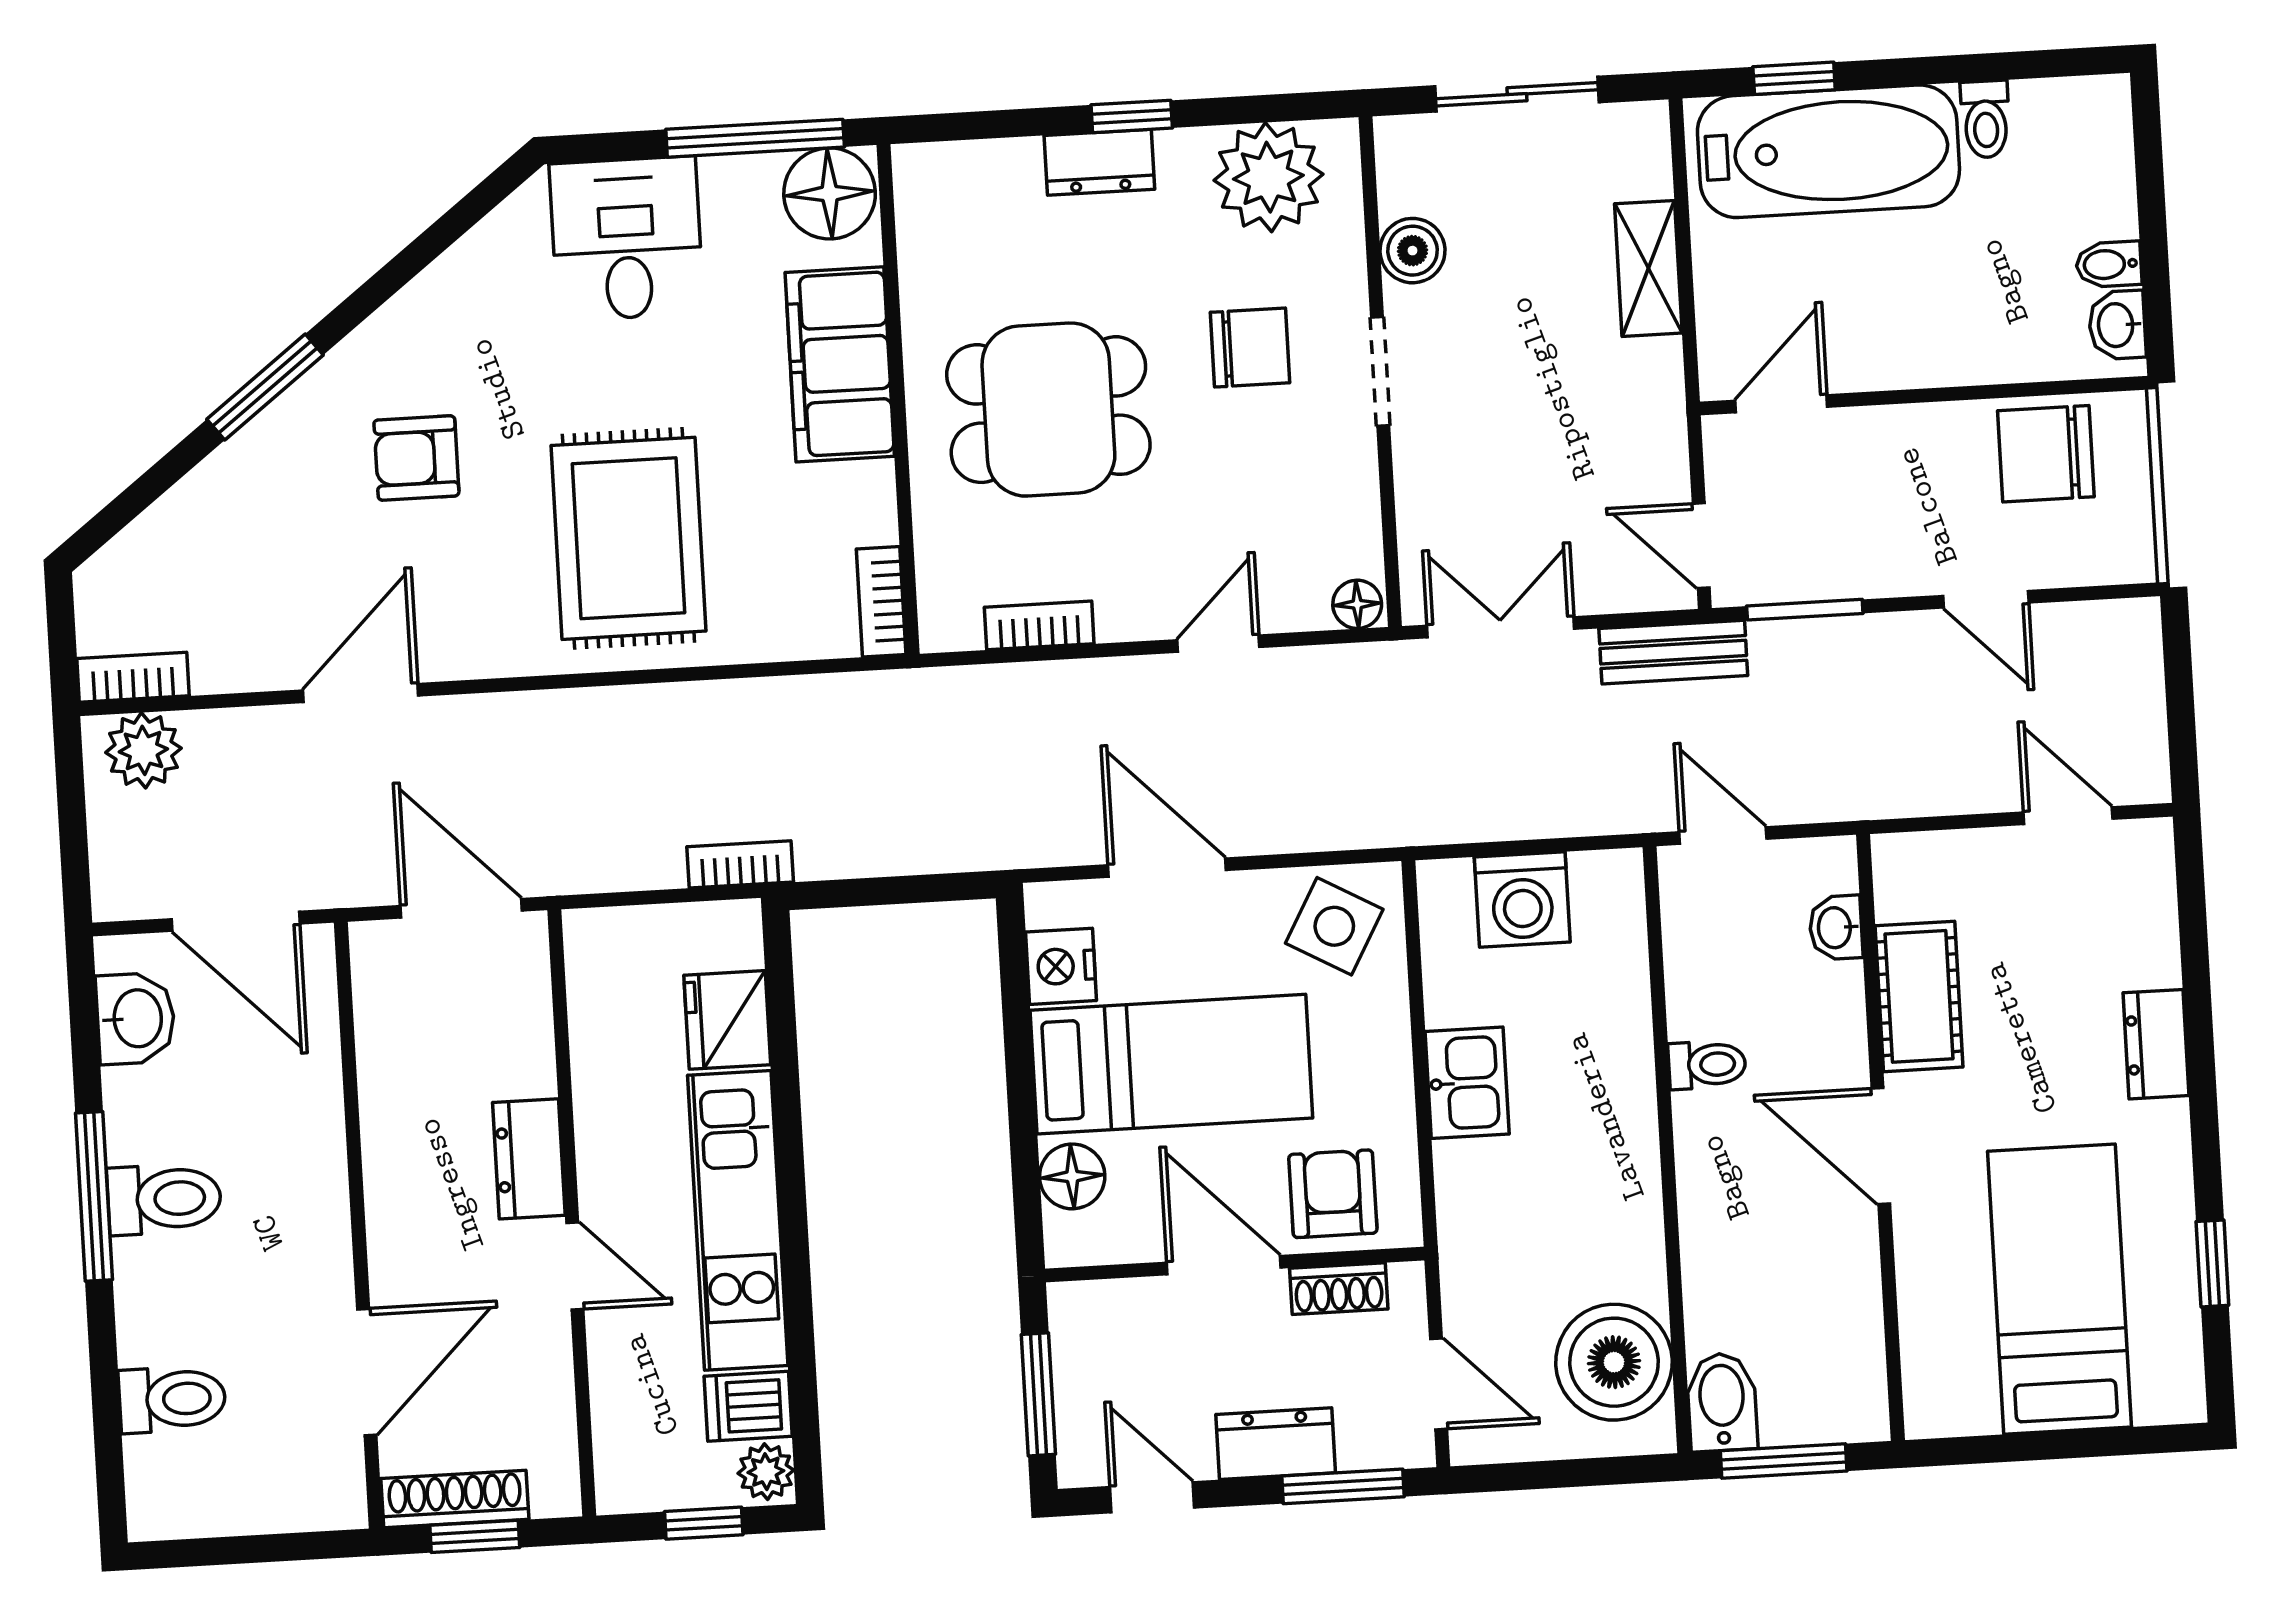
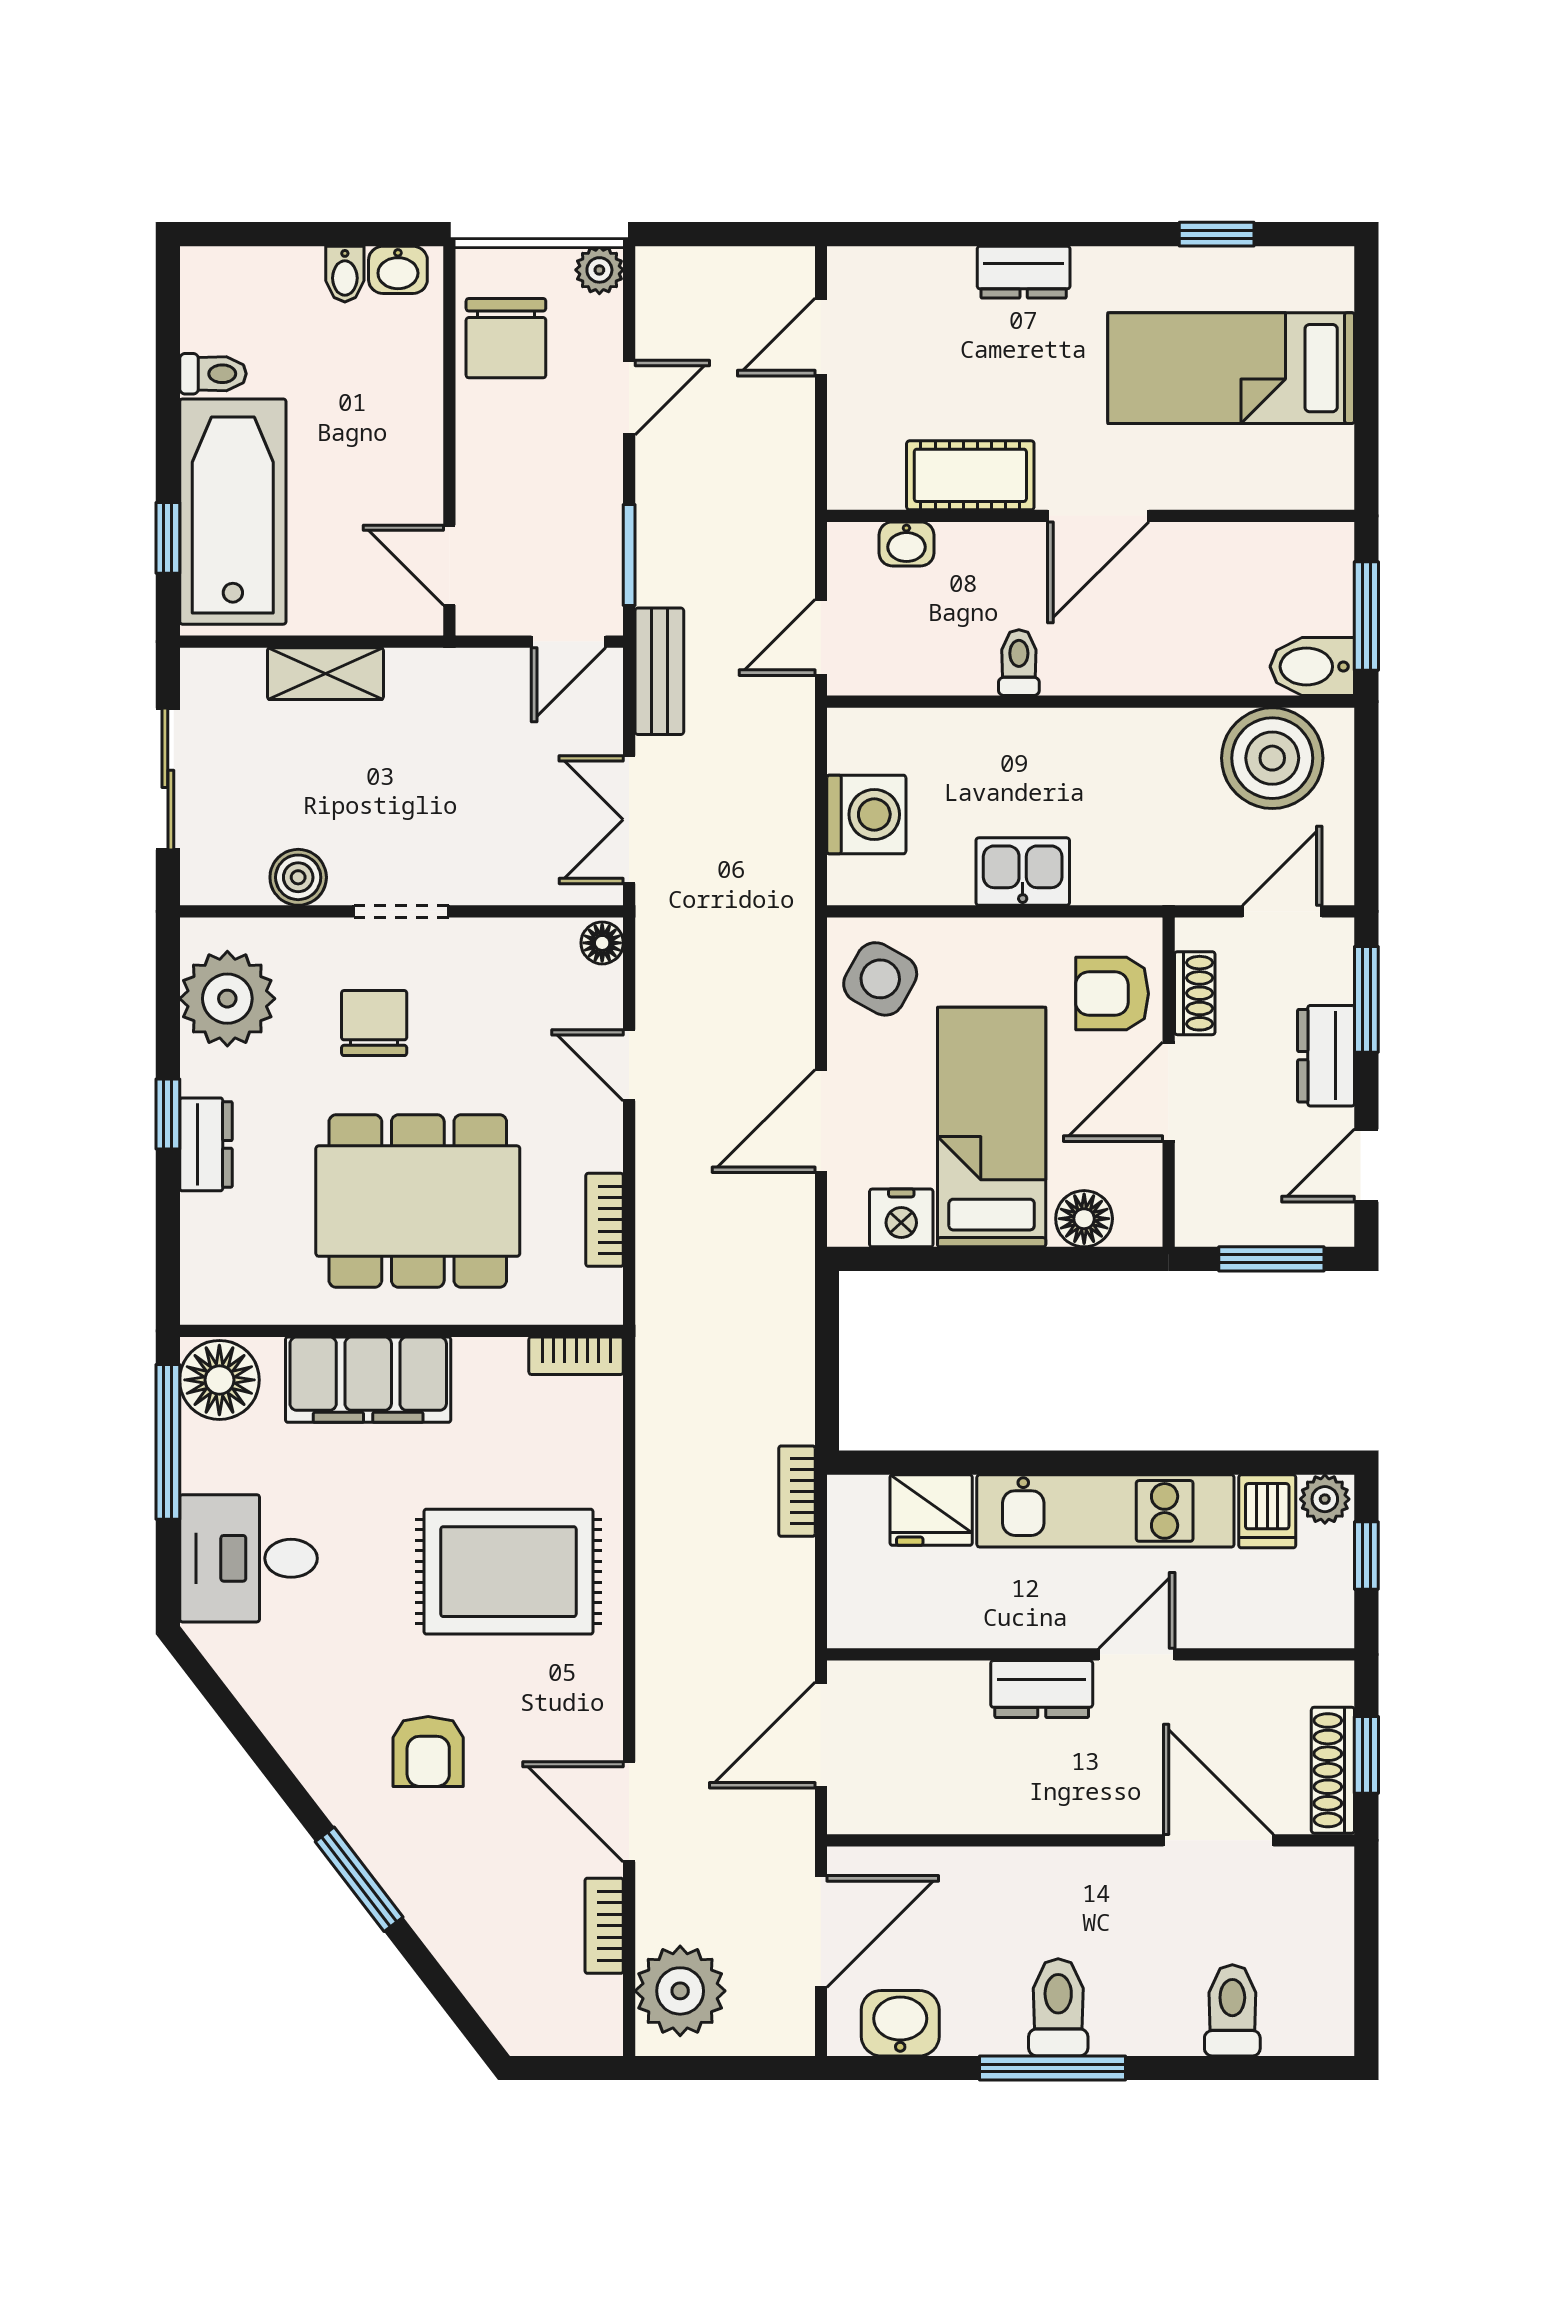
dining table: (1048, 410) -> (418, 1201), width x1.38
plant: (2130, 557) -> (599, 270), added
bookcase: (133, 677) -> (604, 1926), moved
plant: (143, 750) -> (680, 1991), width x1.36, depth x1.36

